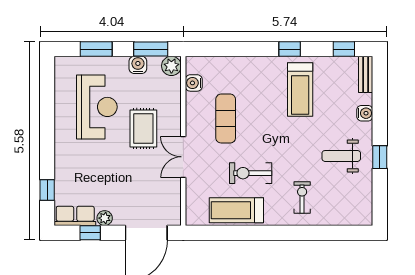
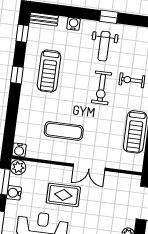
water cooler: (194, 83) -> (19, 150), moved
treadmill: (300, 90) -> (49, 71), turned 90
exercise bike: (251, 173) -> (102, 88), moved

